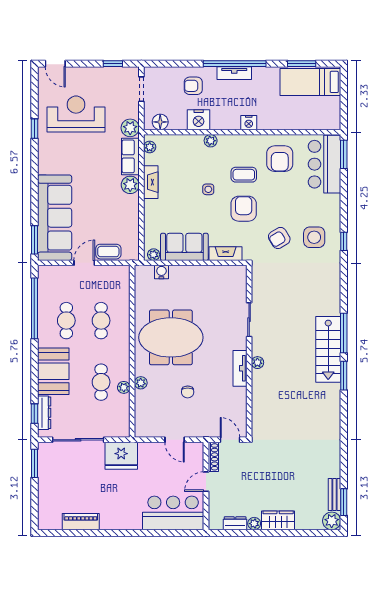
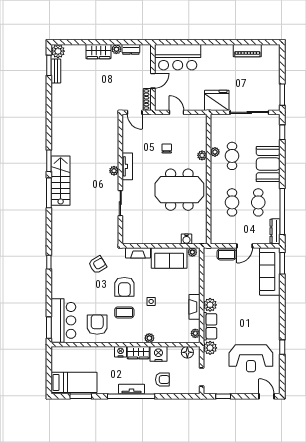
wardrobe: (225, 121) -> (138, 353), added
sofa: (55, 218) -> (270, 271), width x0.74, depth x0.79
side table: (314, 237) -> (71, 265), removed
dresser: (44, 413) -> (275, 231), moved

